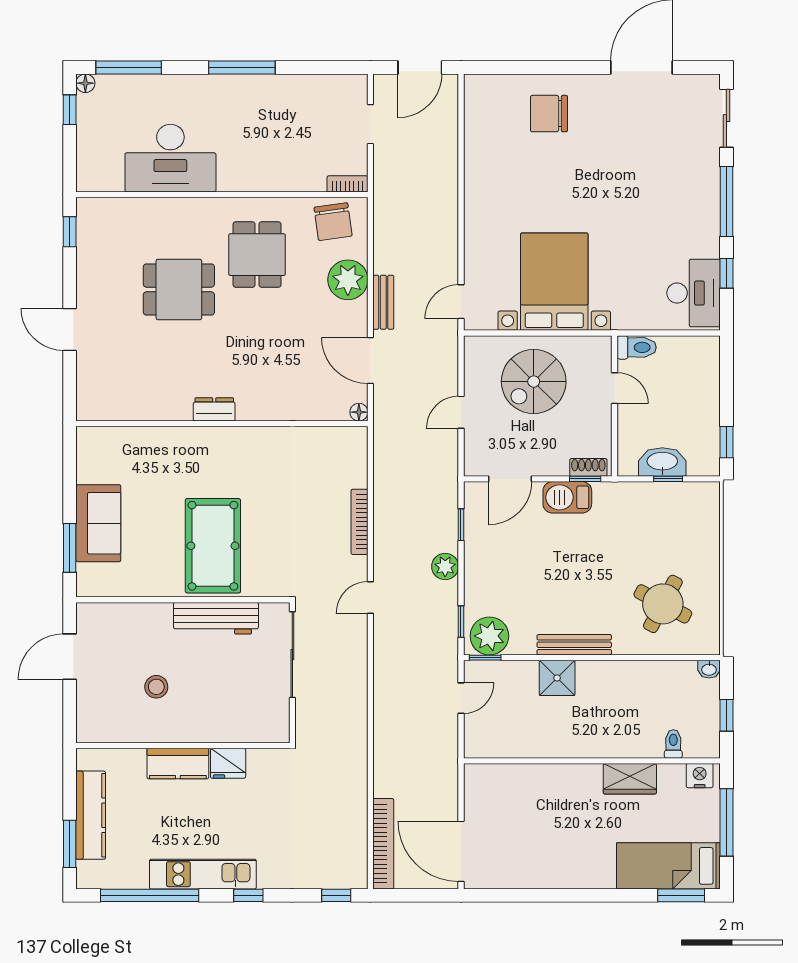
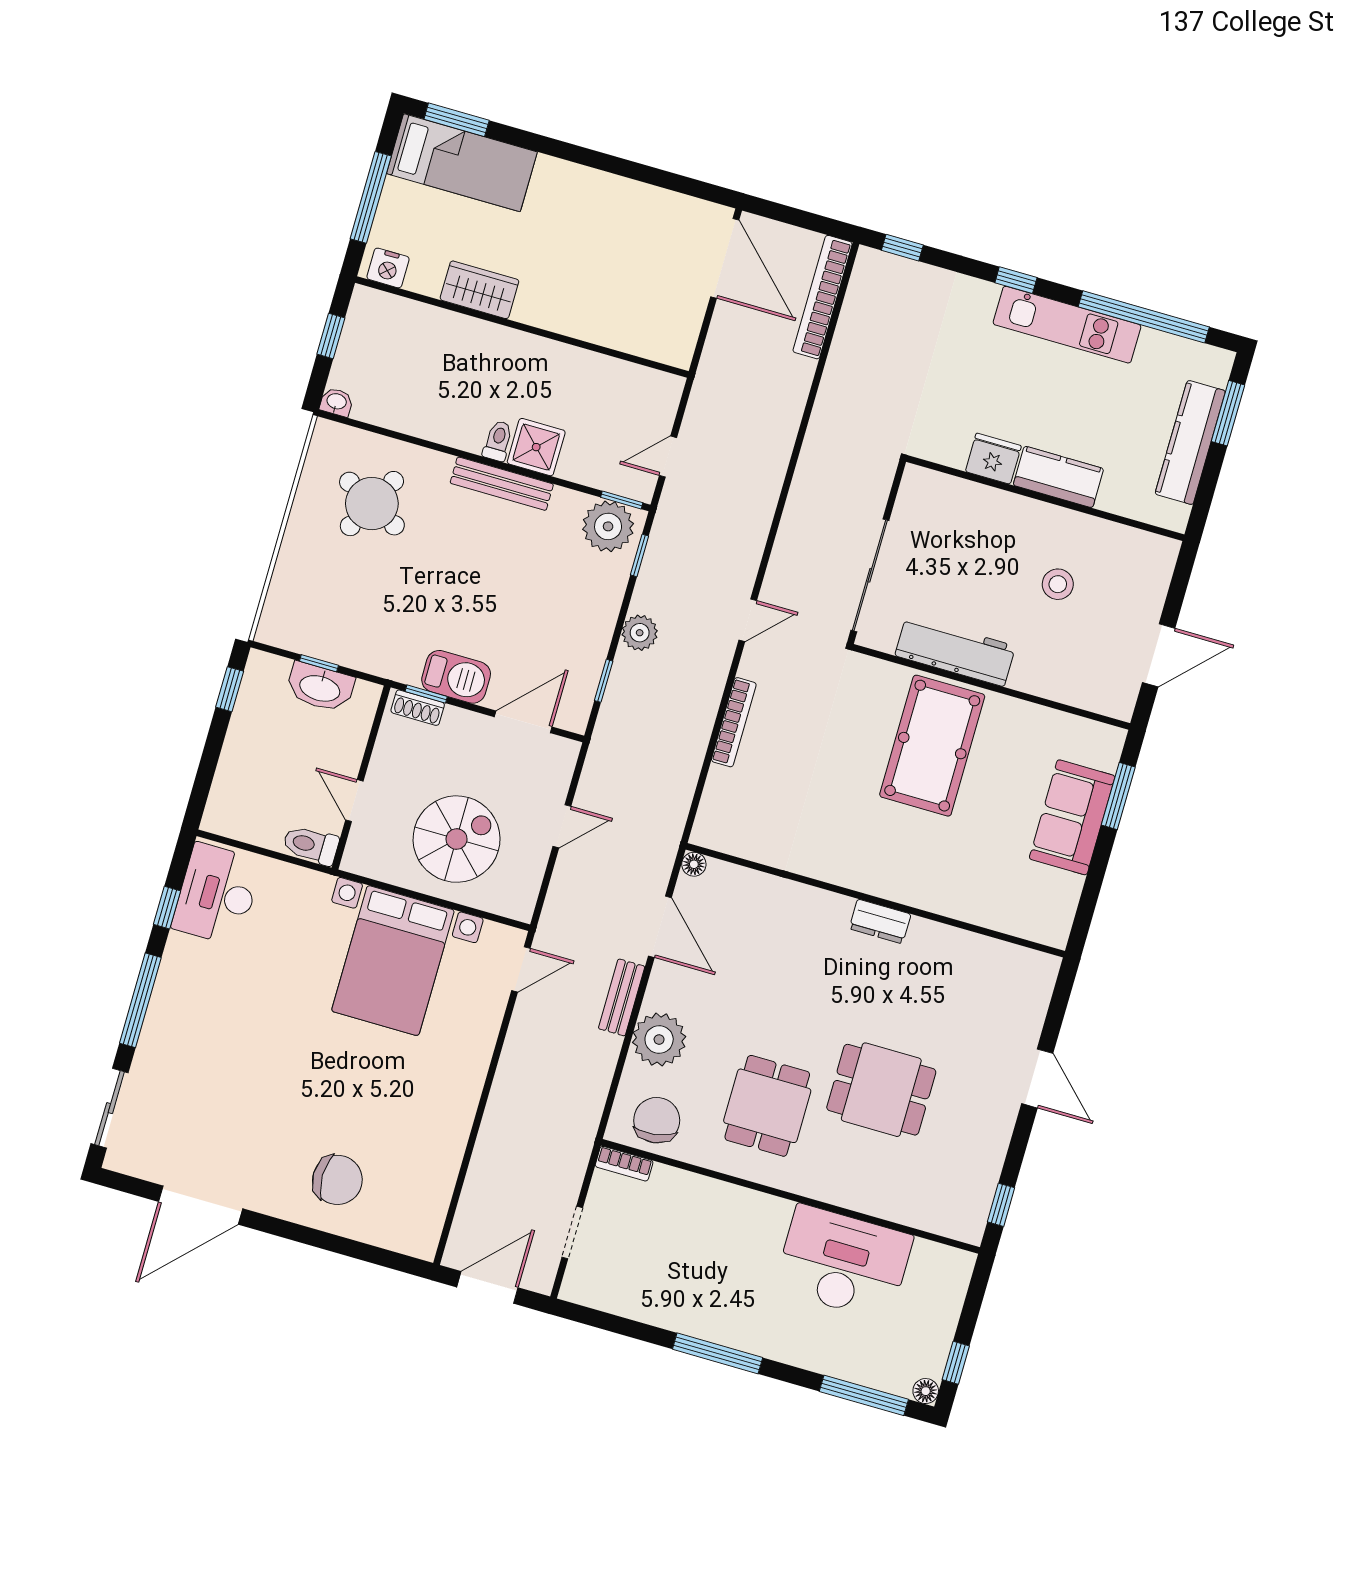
toilet: (673, 744) -> (498, 441), moved, turned 180

